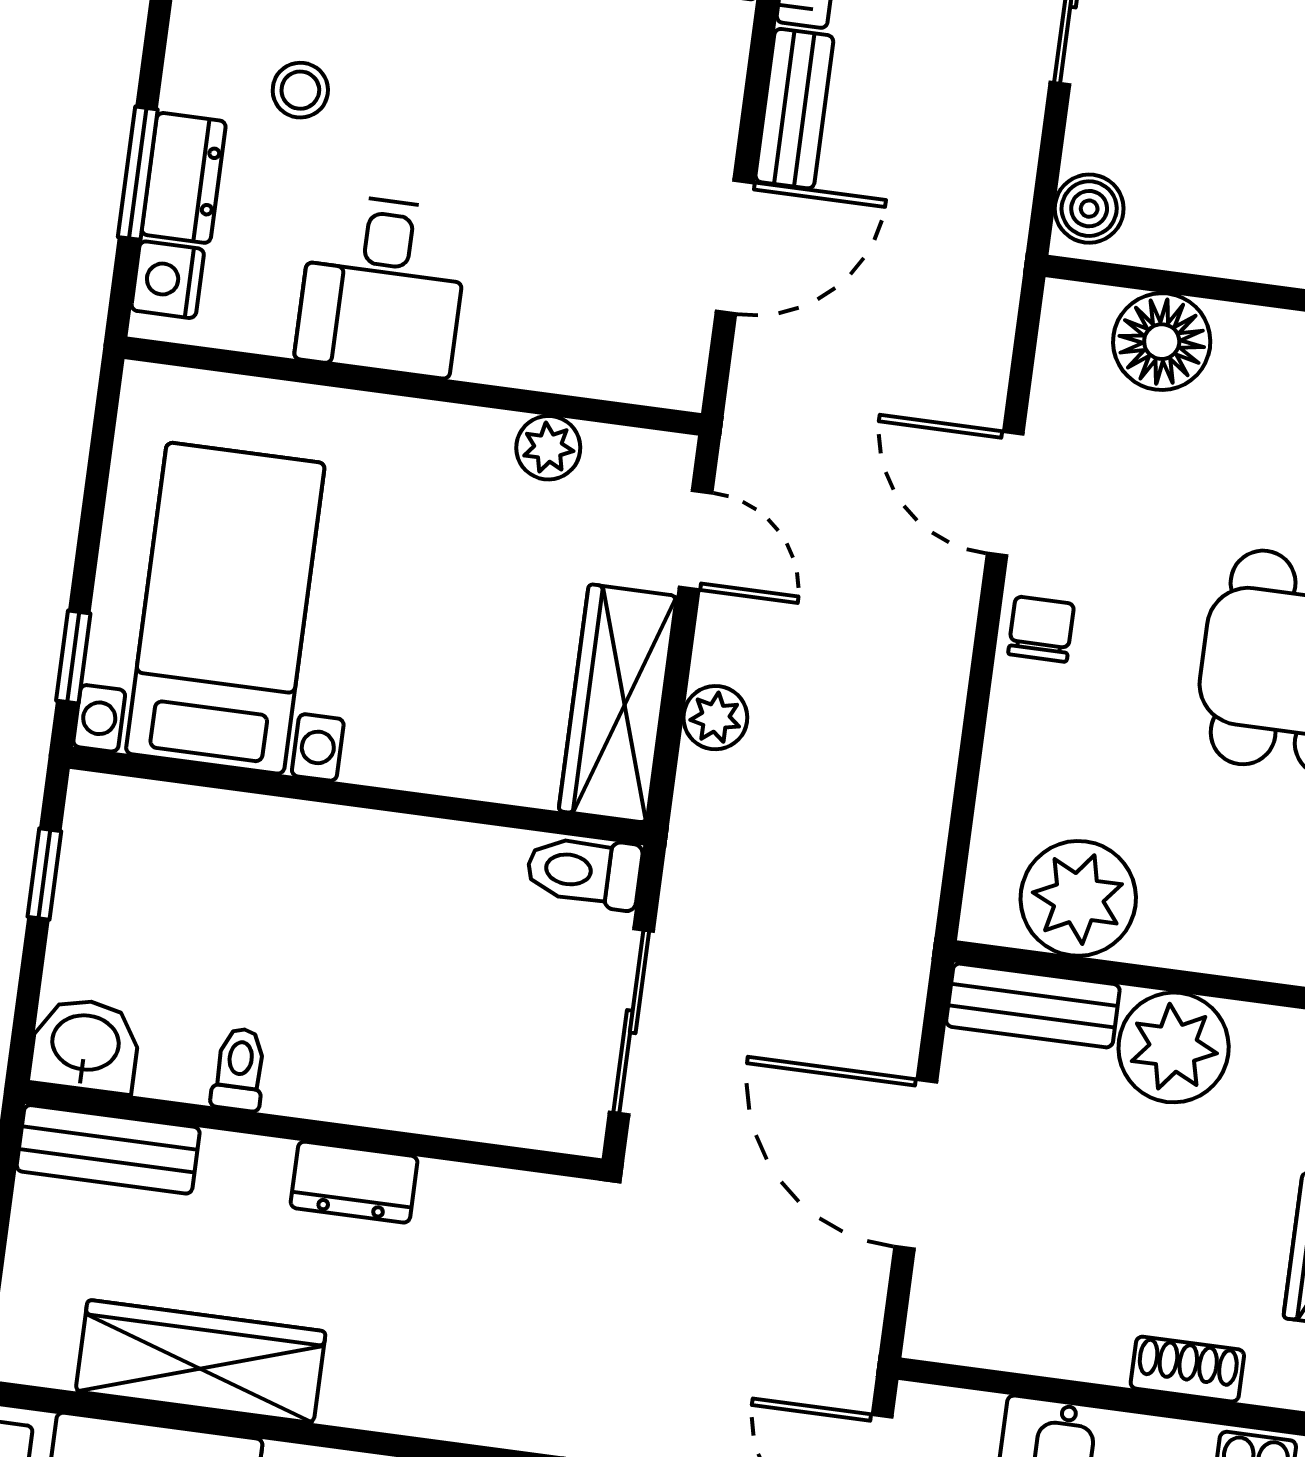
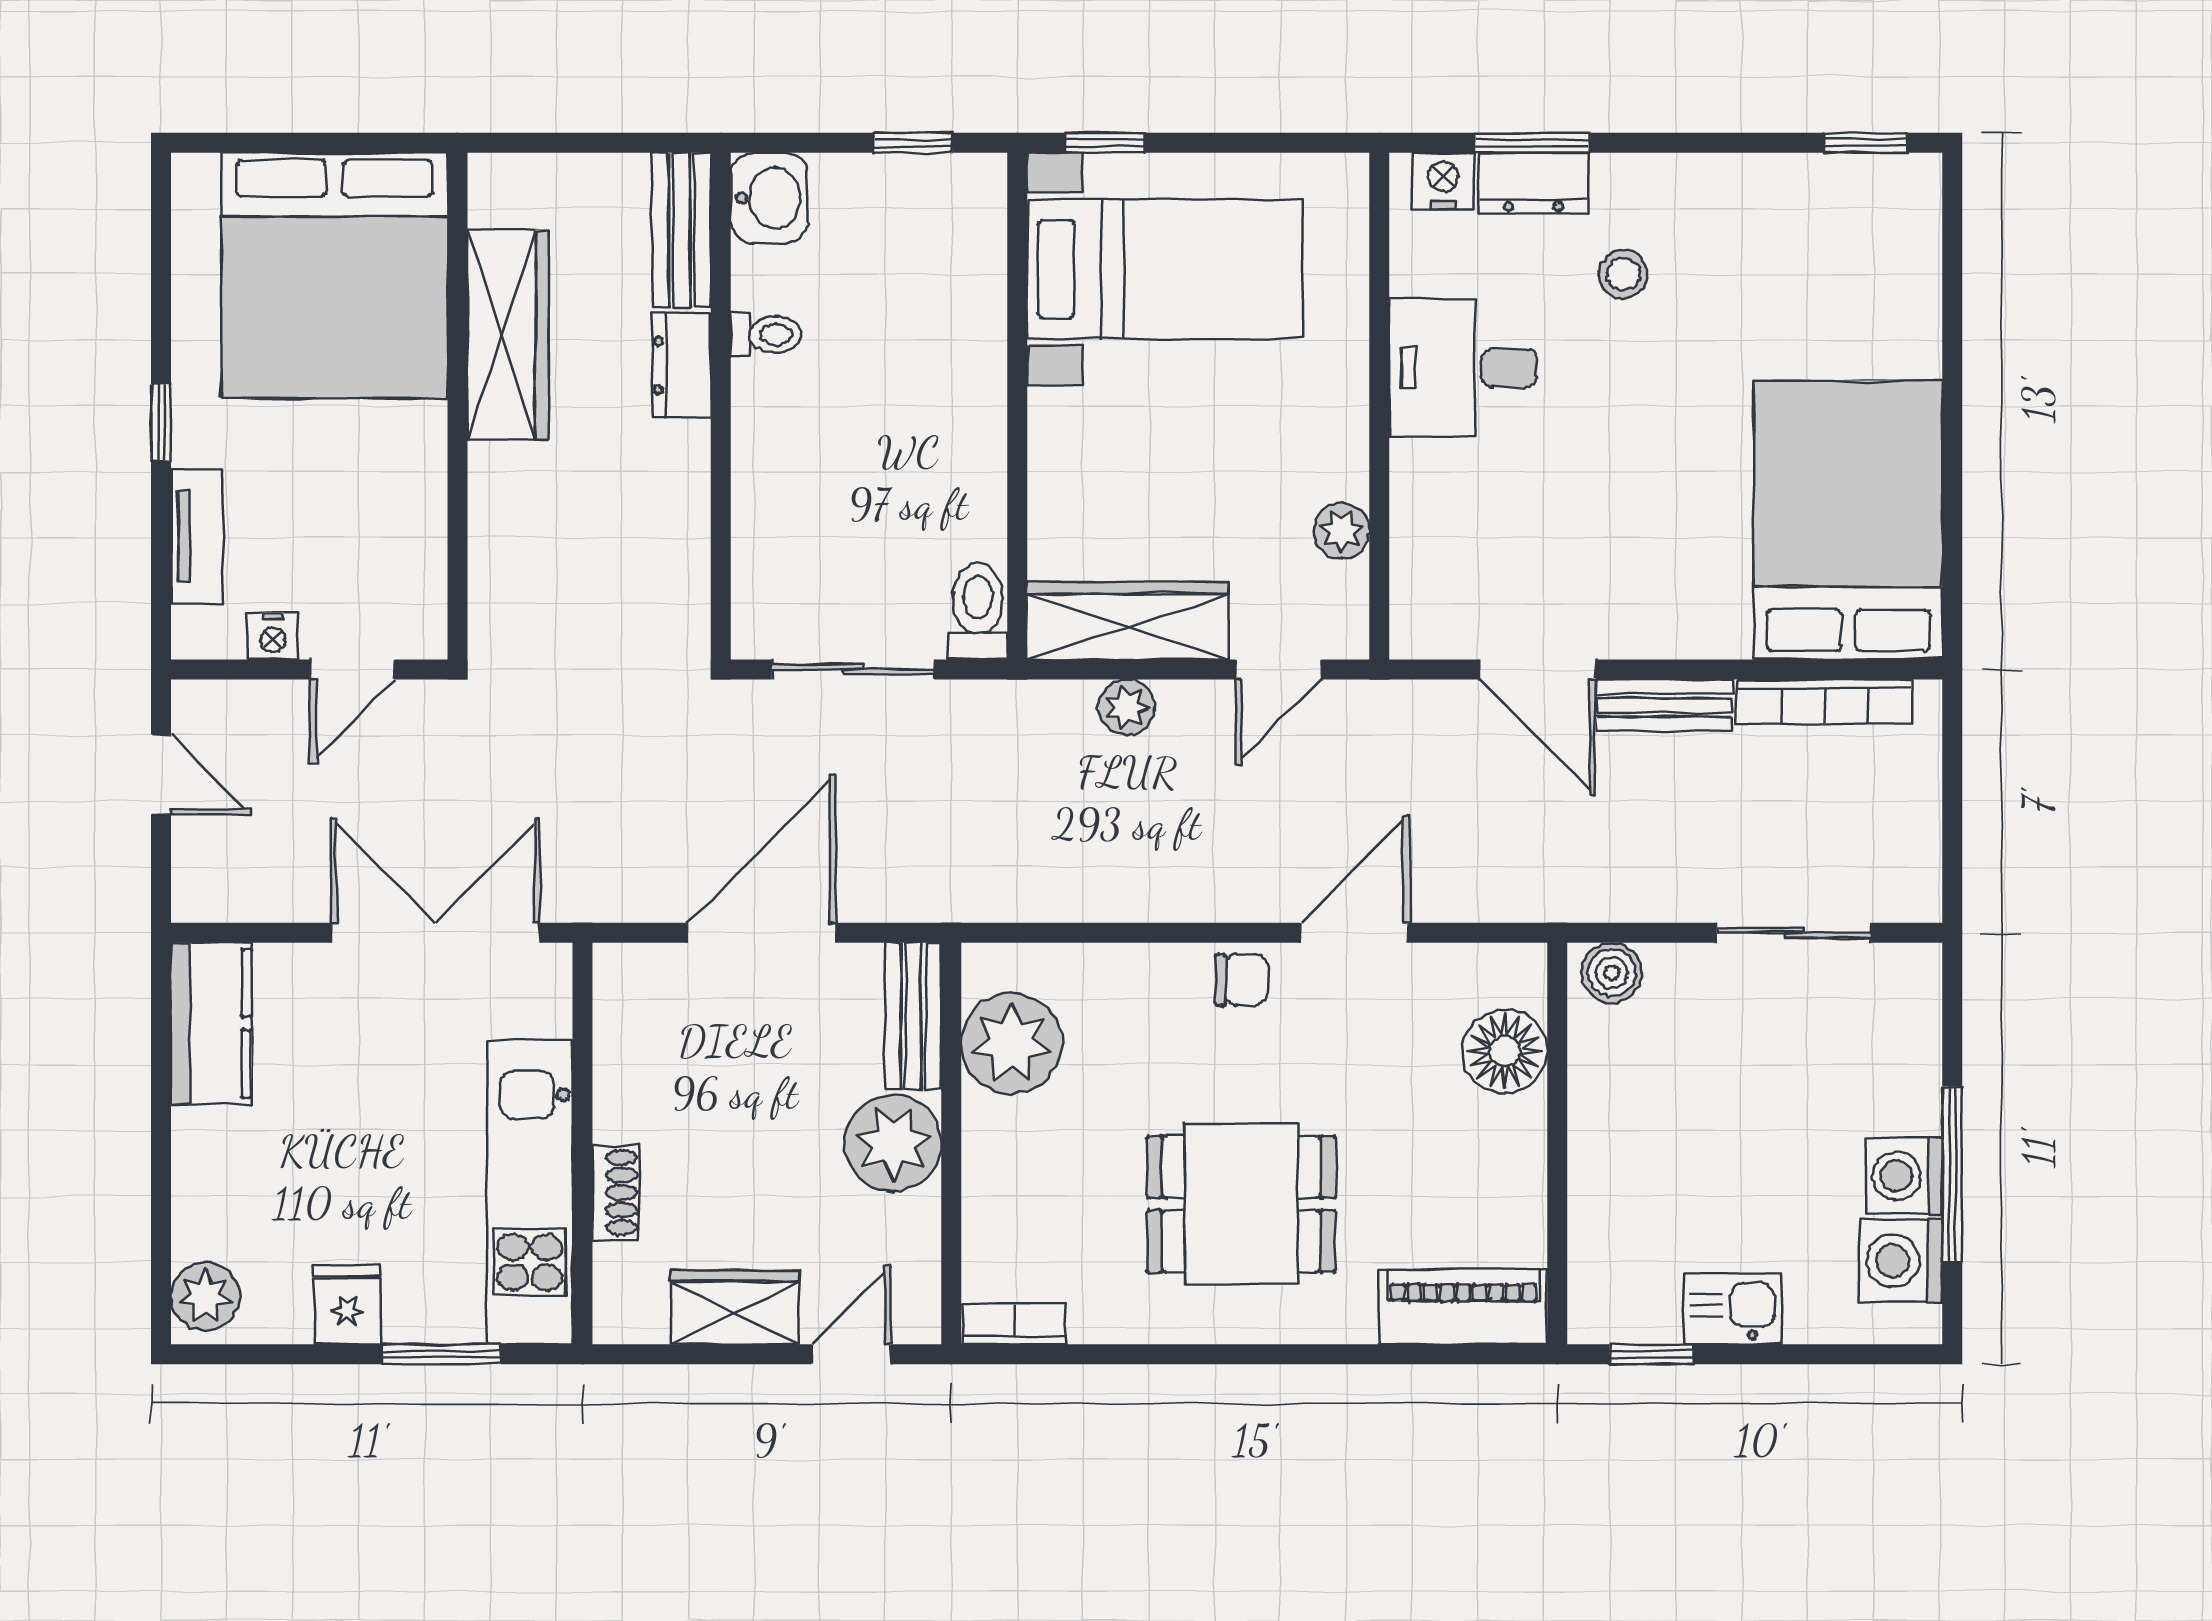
dresser: (354, 1182) -> (681, 365), moved

